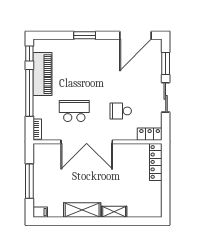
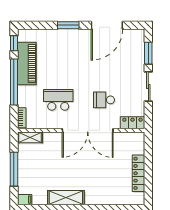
door: (135, 35) -> (107, 25), moved
double door: (87, 142) -> (88, 130), moved
locker: (156, 162) -> (139, 173), moved
shelving: (114, 212) -> (30, 137), moved

